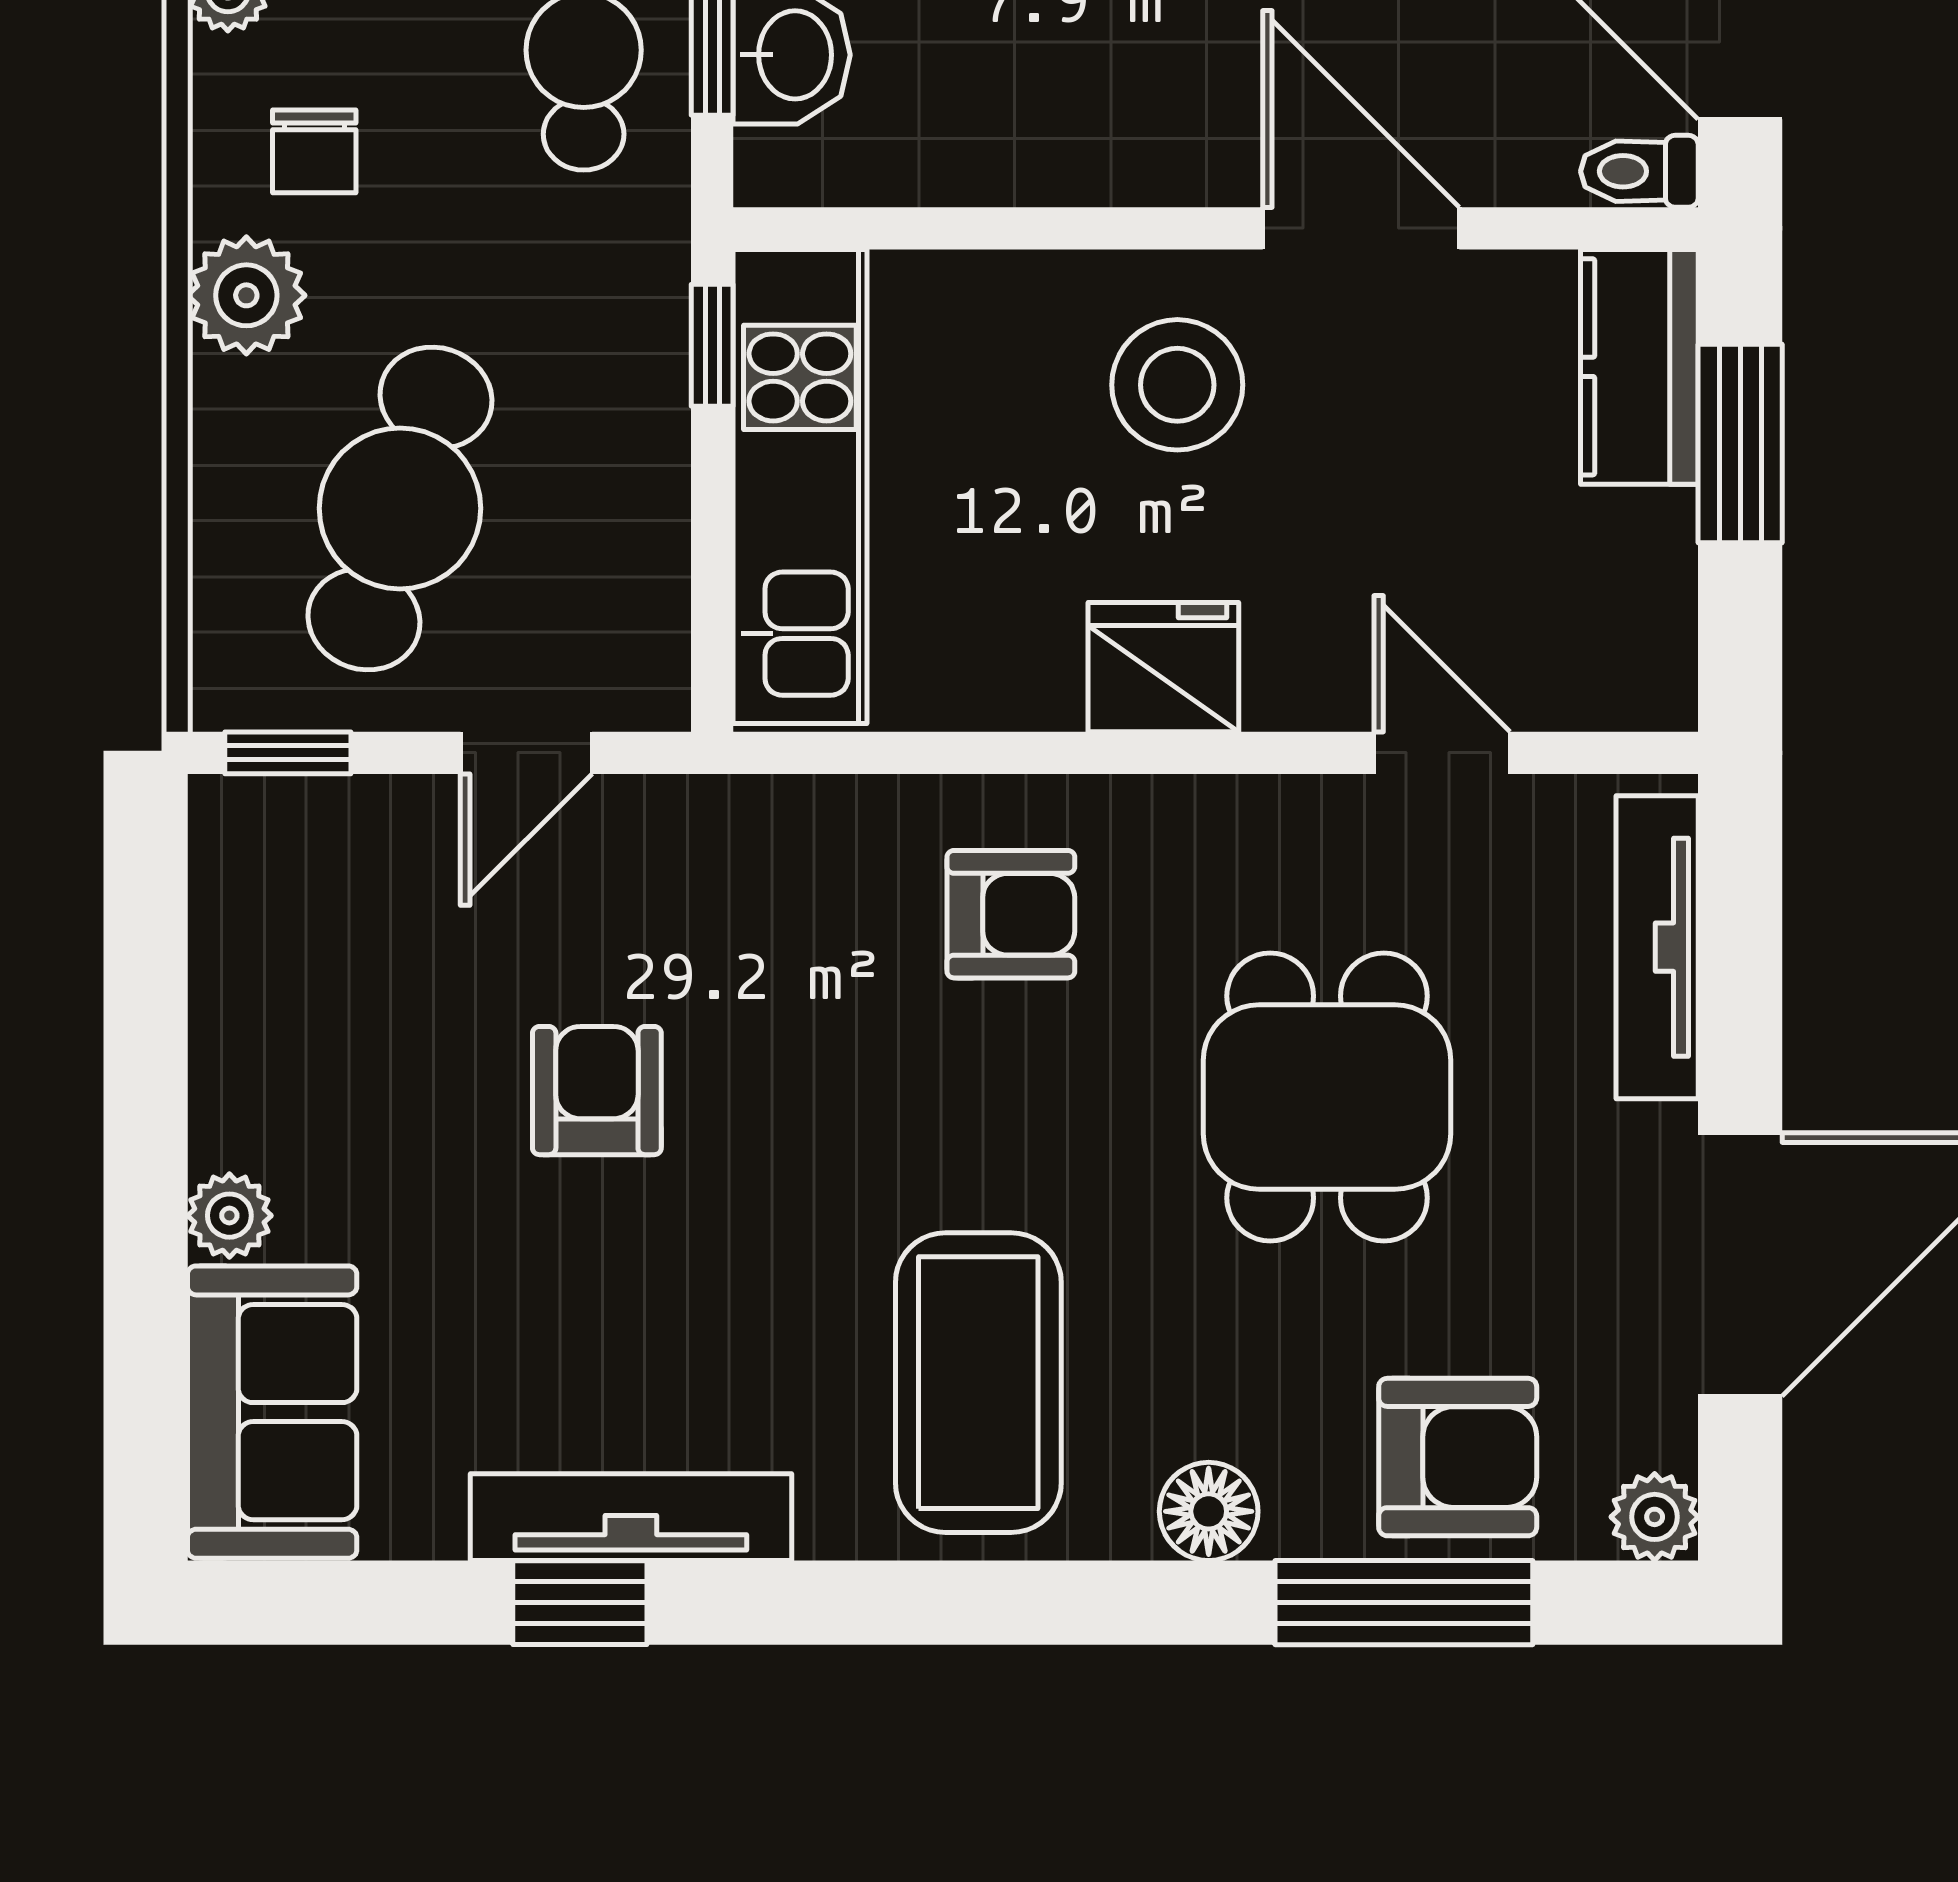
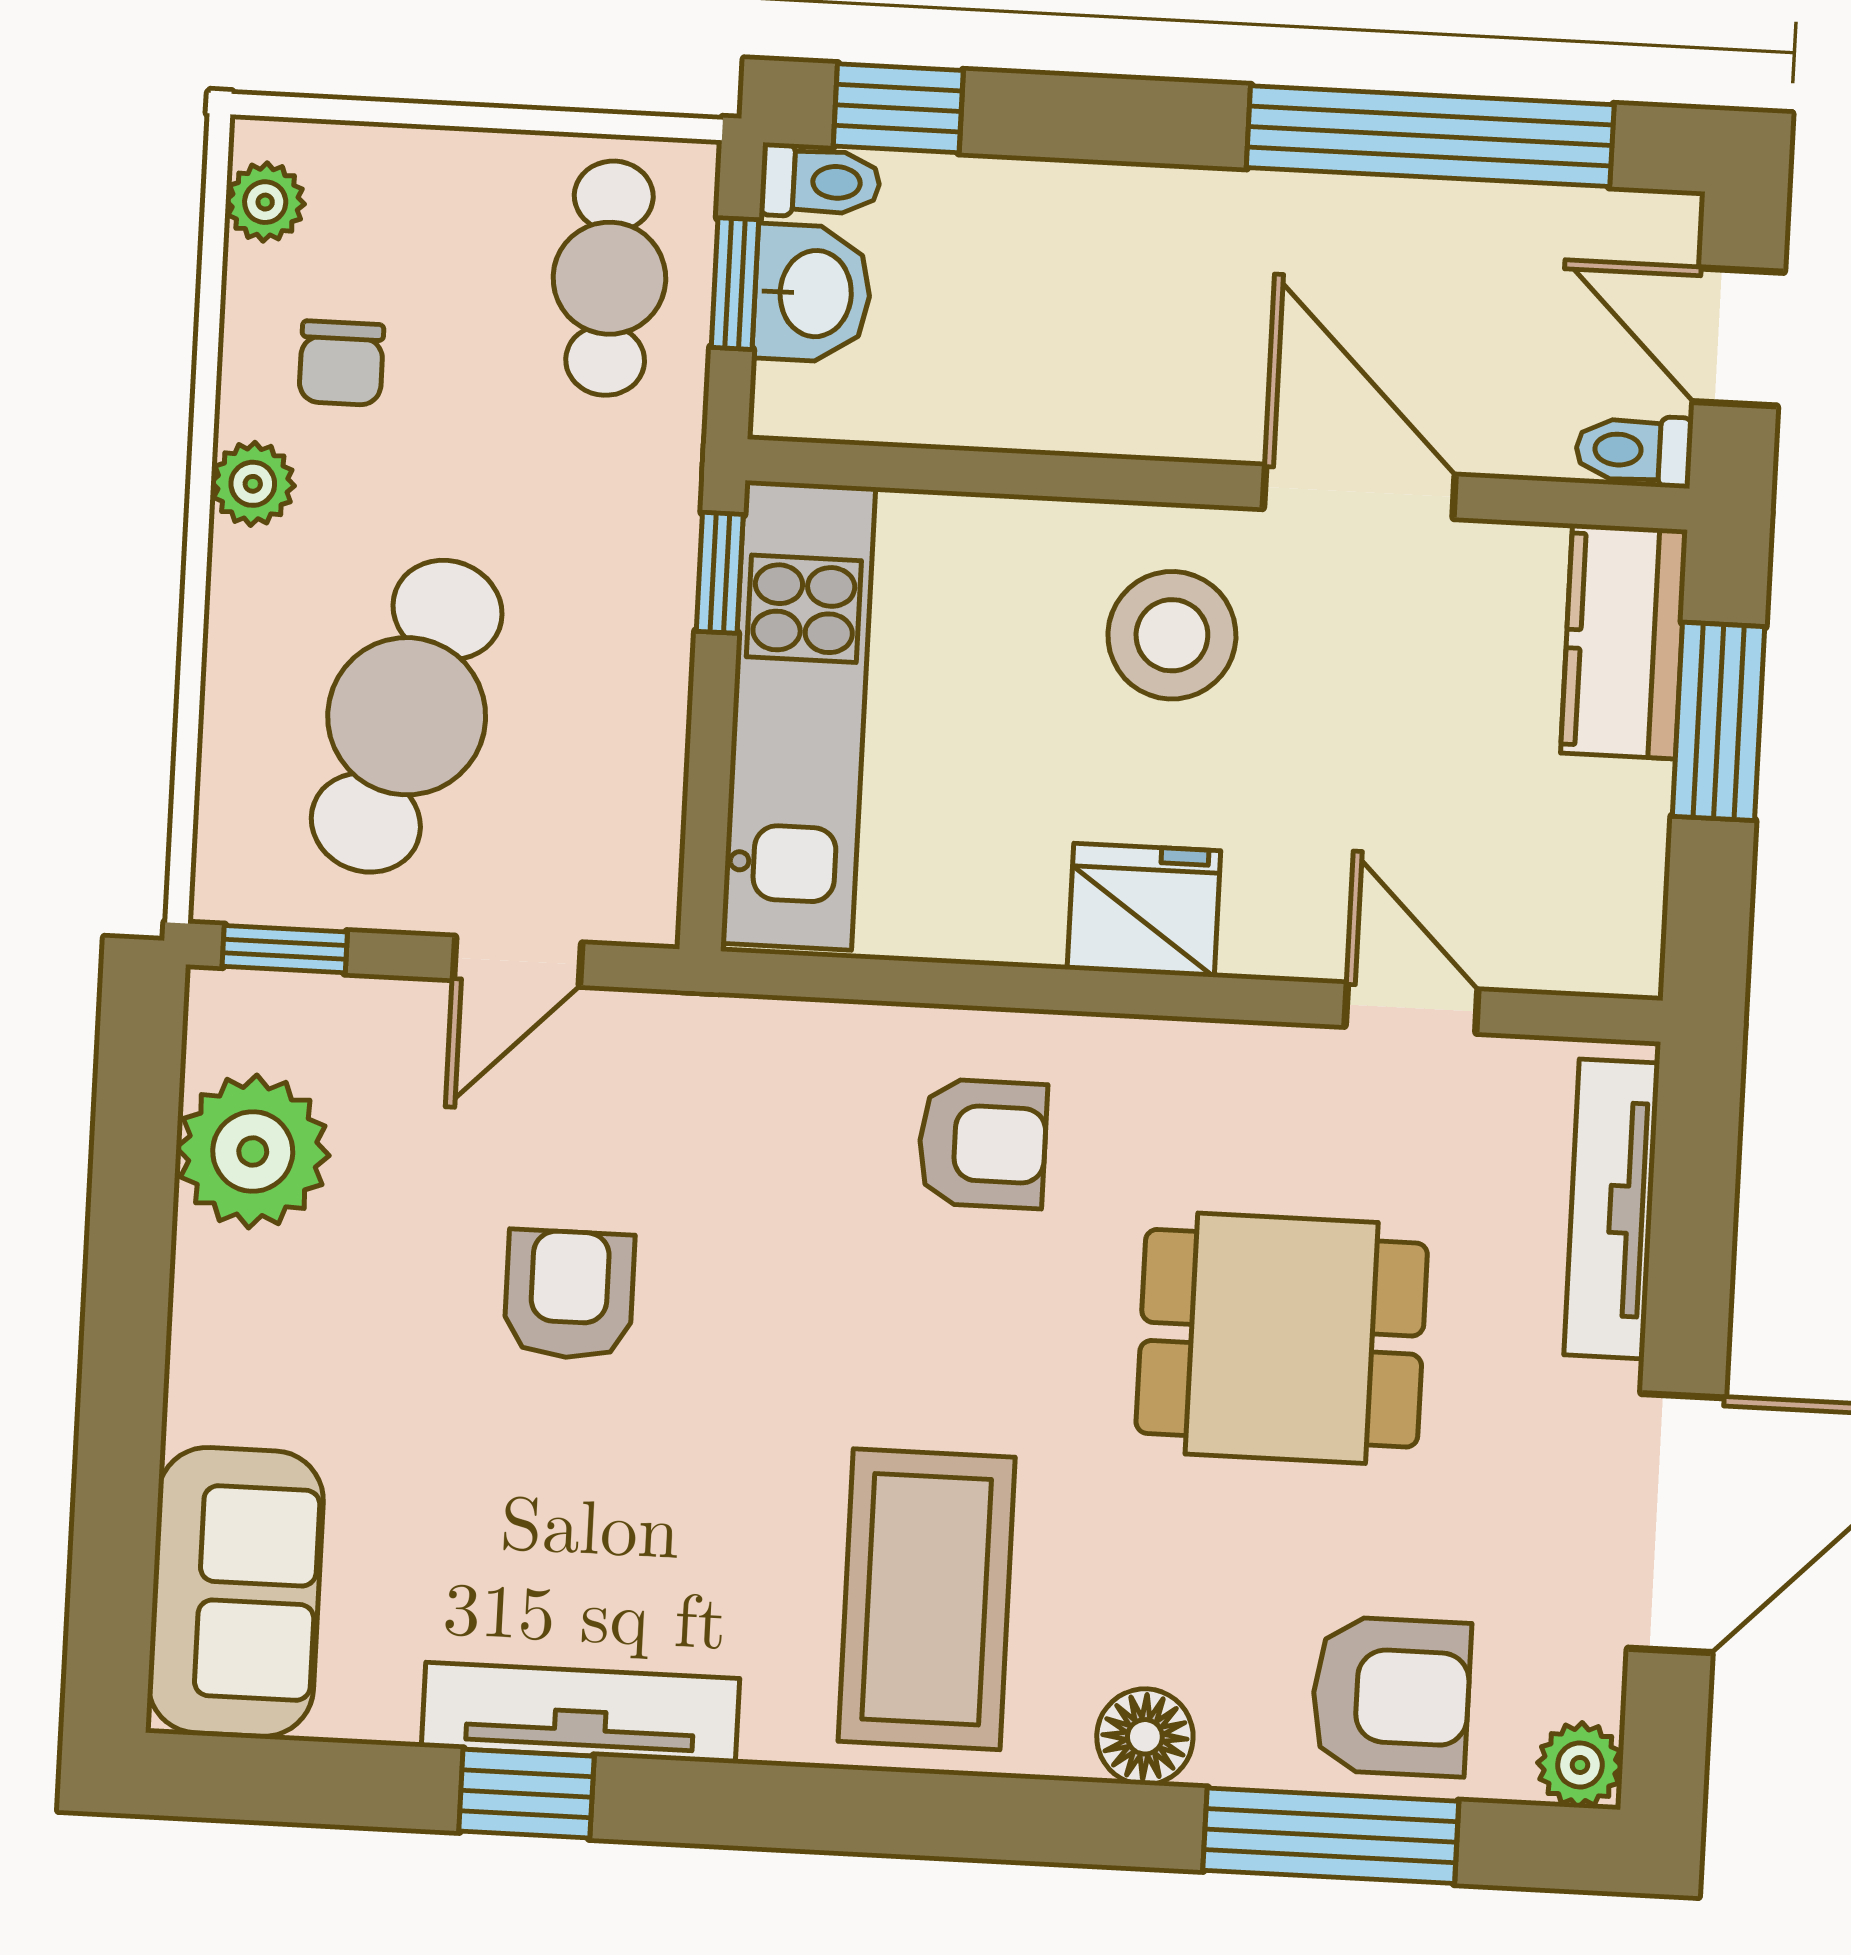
plant: (246, 295) -> (253, 484), width x0.73, depth x0.73
dining table: (1327, 1097) -> (1282, 1338), turned 90
plant: (229, 1216) -> (253, 1151), moved, width x1.88, depth x1.88

